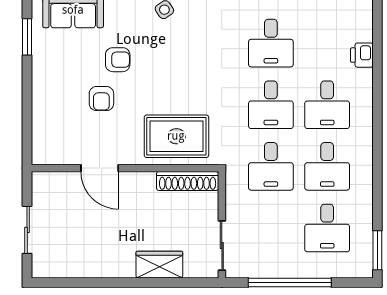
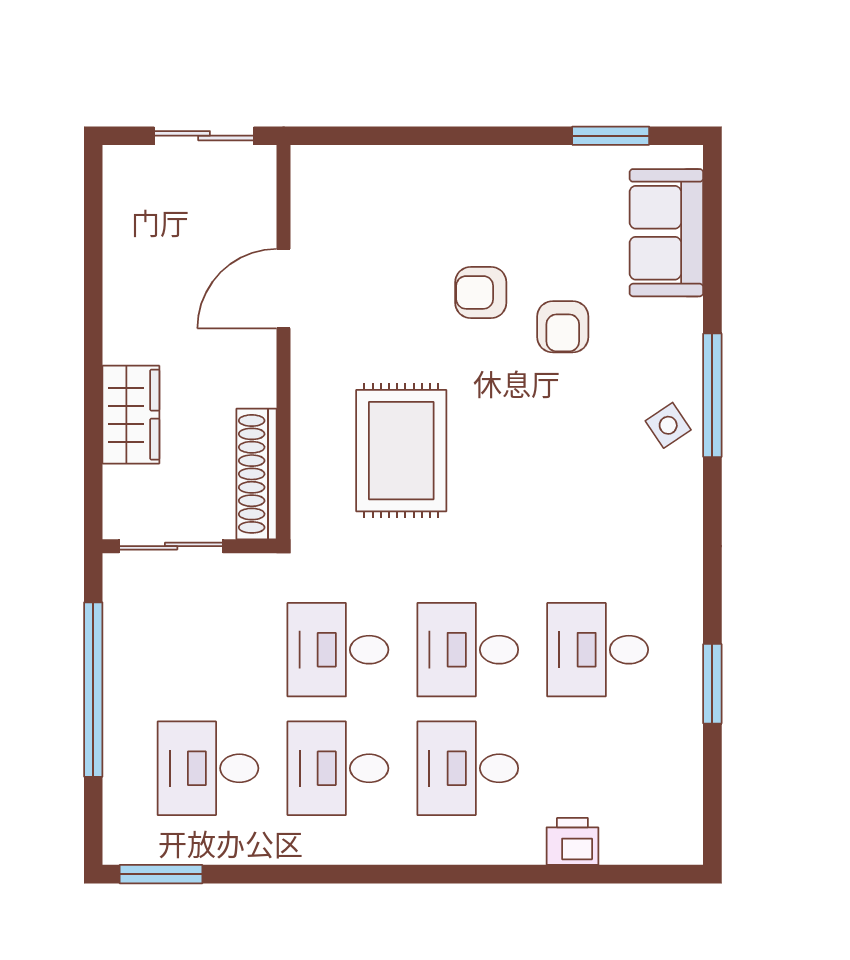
door: (100, 168) -> (284, 289), moved
wall: (125, 168) -> (284, 342), moved
shoe rack: (188, 181) -> (257, 474), moved

